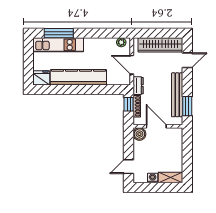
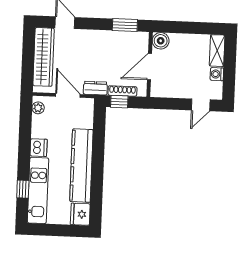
window: (59, 33) -> (23, 189), width x0.46
dishwasher: (91, 44) -> (39, 148), added
door: (132, 65) -> (68, 95), swing flipped
bench: (177, 95) -> (110, 38), removed
boiler: (139, 134) -> (161, 41), moved
door: (129, 167) -> (201, 105), hinge flipped

